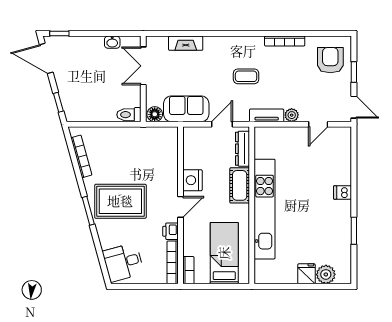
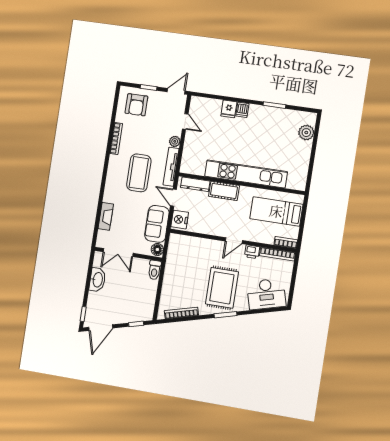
washbasin: (112, 42) -> (97, 280), width x1.91, depth x1.45
armchair: (330, 60) -> (136, 105), turned -90
coffee table: (246, 76) -> (139, 173), width x1.86, depth x1.72
tv unit: (267, 115) -> (171, 167), width x1.41
nightstand: (192, 180) -> (180, 220), moved, turned 90
door: (180, 207) -> (234, 241), swing flipped
desk: (123, 262) -> (266, 294), width x1.37
fridge: (306, 274) -> (229, 109), moved, turned -90

